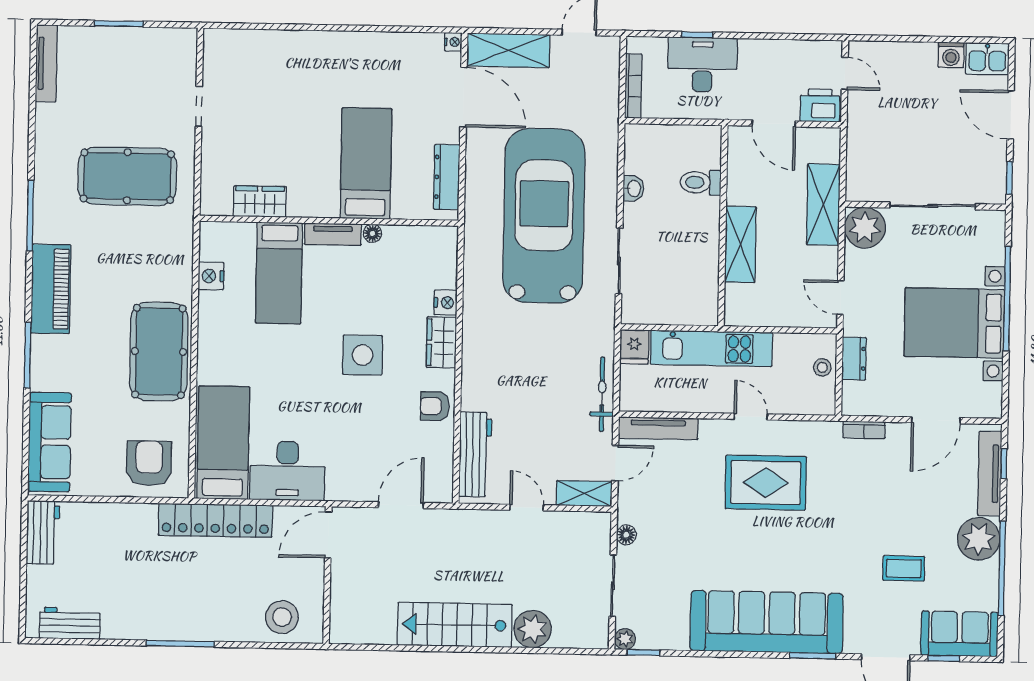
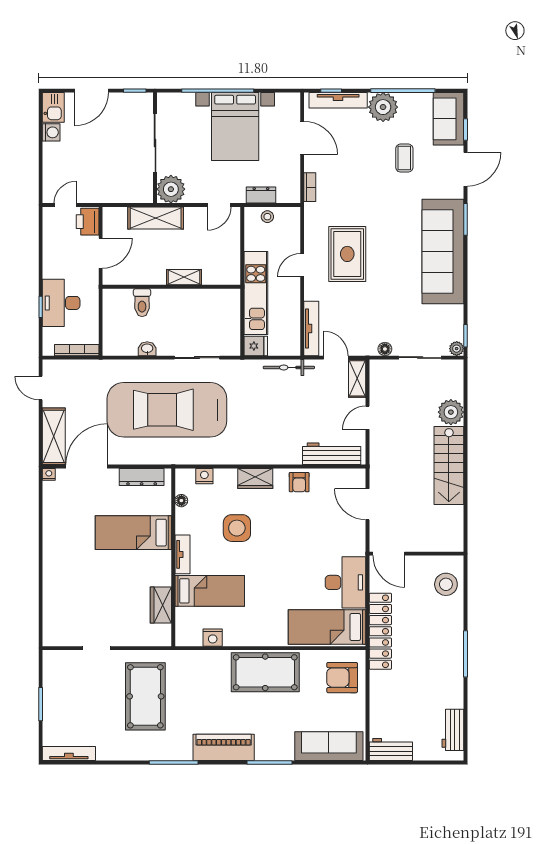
floor lamp: (372, 233) -> (181, 501), moved
shelving: (740, 244) -> (184, 277), width x0.67, depth x0.75
nightstand: (446, 303) -> (204, 476), moved
side table: (363, 355) -> (237, 528), moved

